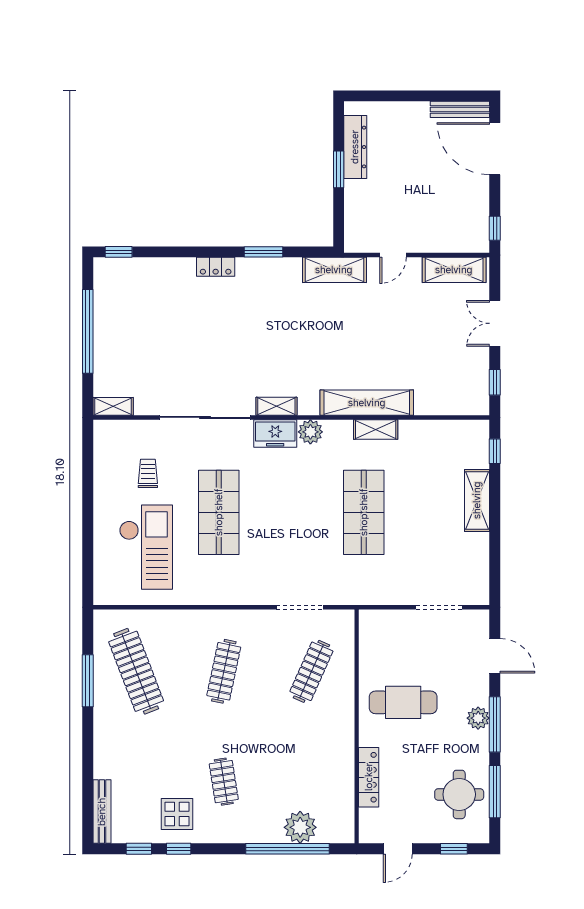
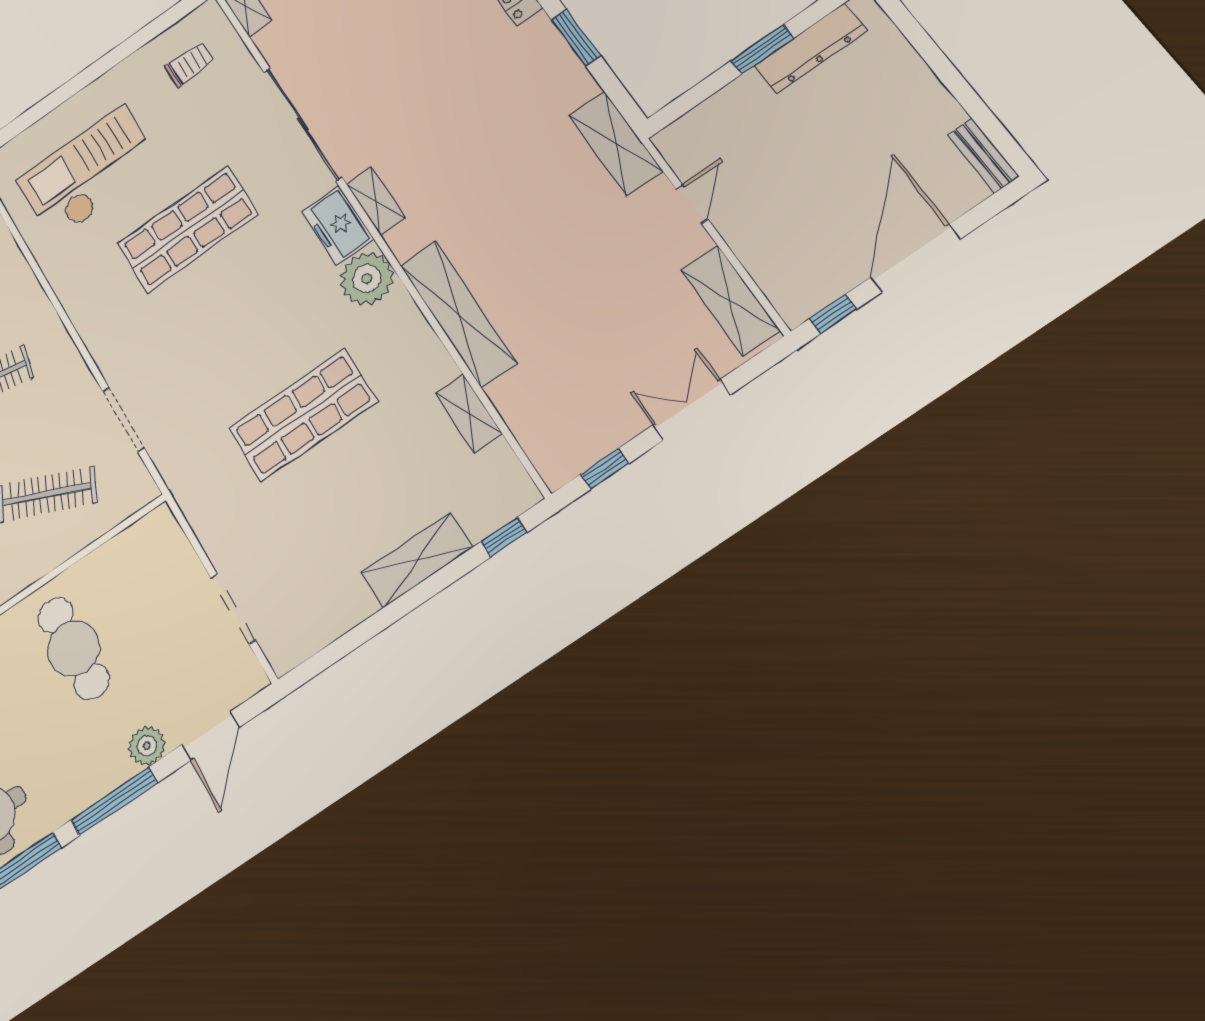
bench: (460, 109) -> (983, 156), width x0.73
door: (495, 149) -> (915, 258), moved
door: (393, 255) -> (692, 204), swing flipped
shelving: (376, 429) -> (469, 413), moved
plant: (310, 432) -> (367, 279), width x1.36, depth x1.36
trolley: (148, 473) -> (190, 64), moved
checkout: (146, 547) -> (89, 173), turned 180
plant: (478, 718) -> (147, 746), moved

